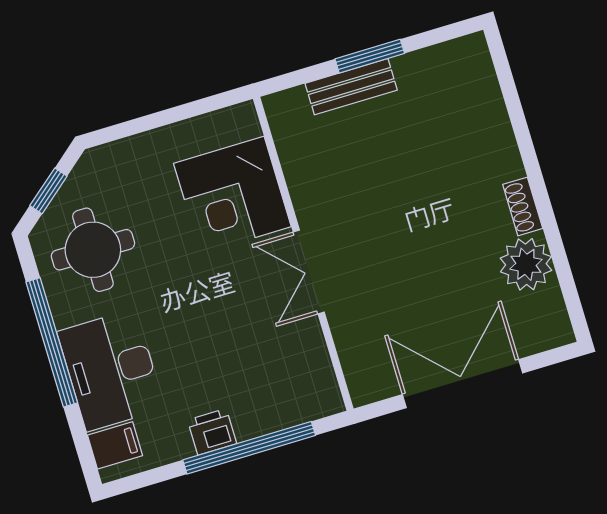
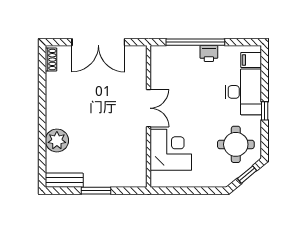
bench: (351, 87) -> (64, 180), moved
shoe rack: (523, 206) -> (51, 60), moved
plant: (526, 264) -> (57, 140), moved
window: (52, 342) -> (265, 111), width x0.32

